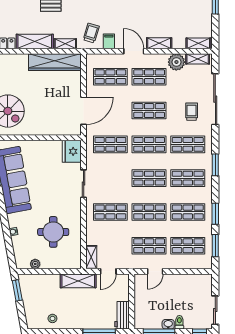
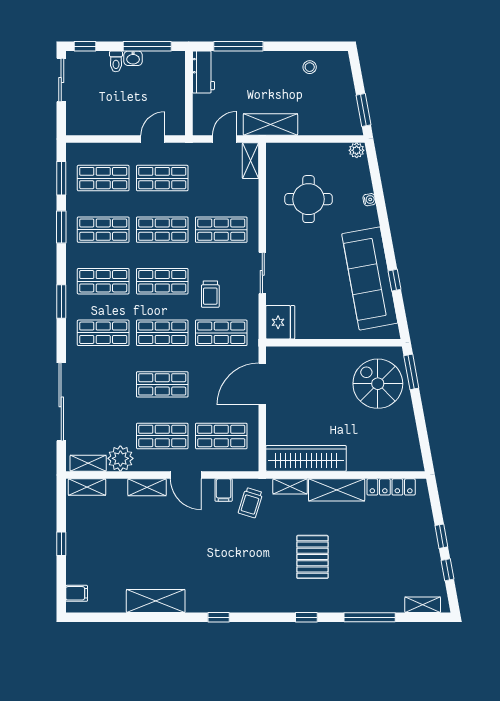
trolley: (192, 112) -> (210, 294), moved
plant: (35, 264) -> (357, 150), moved

